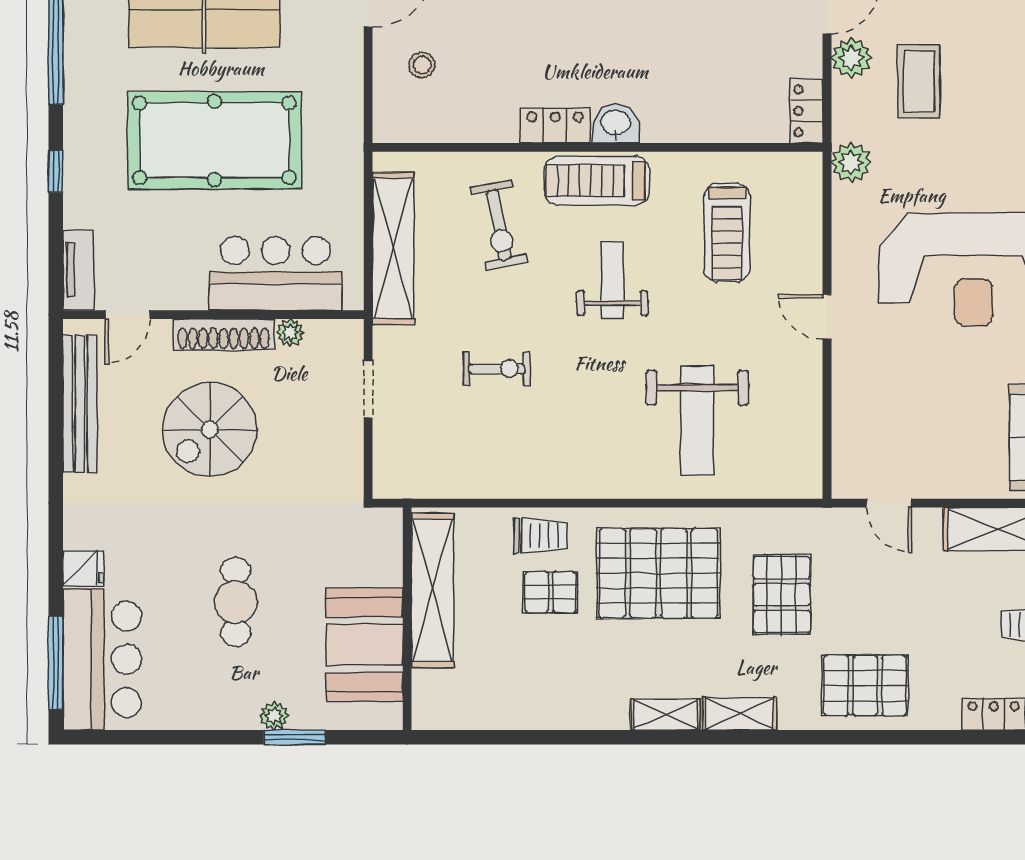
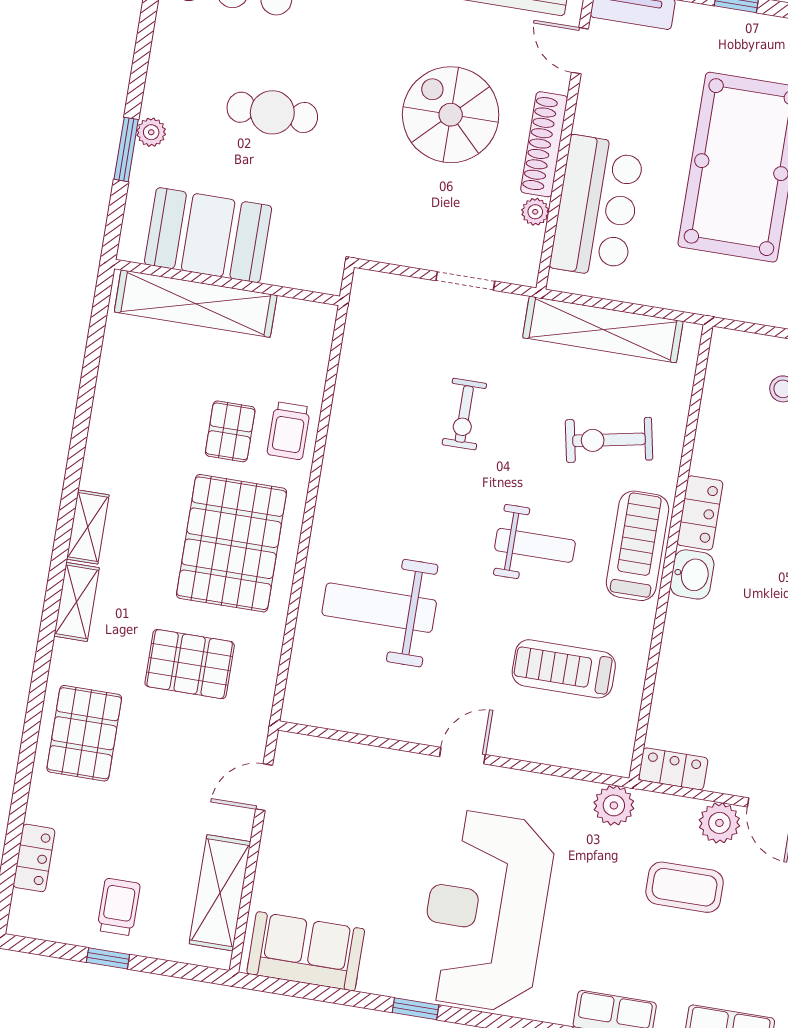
shelving: (433, 590) -> (196, 304), moved

